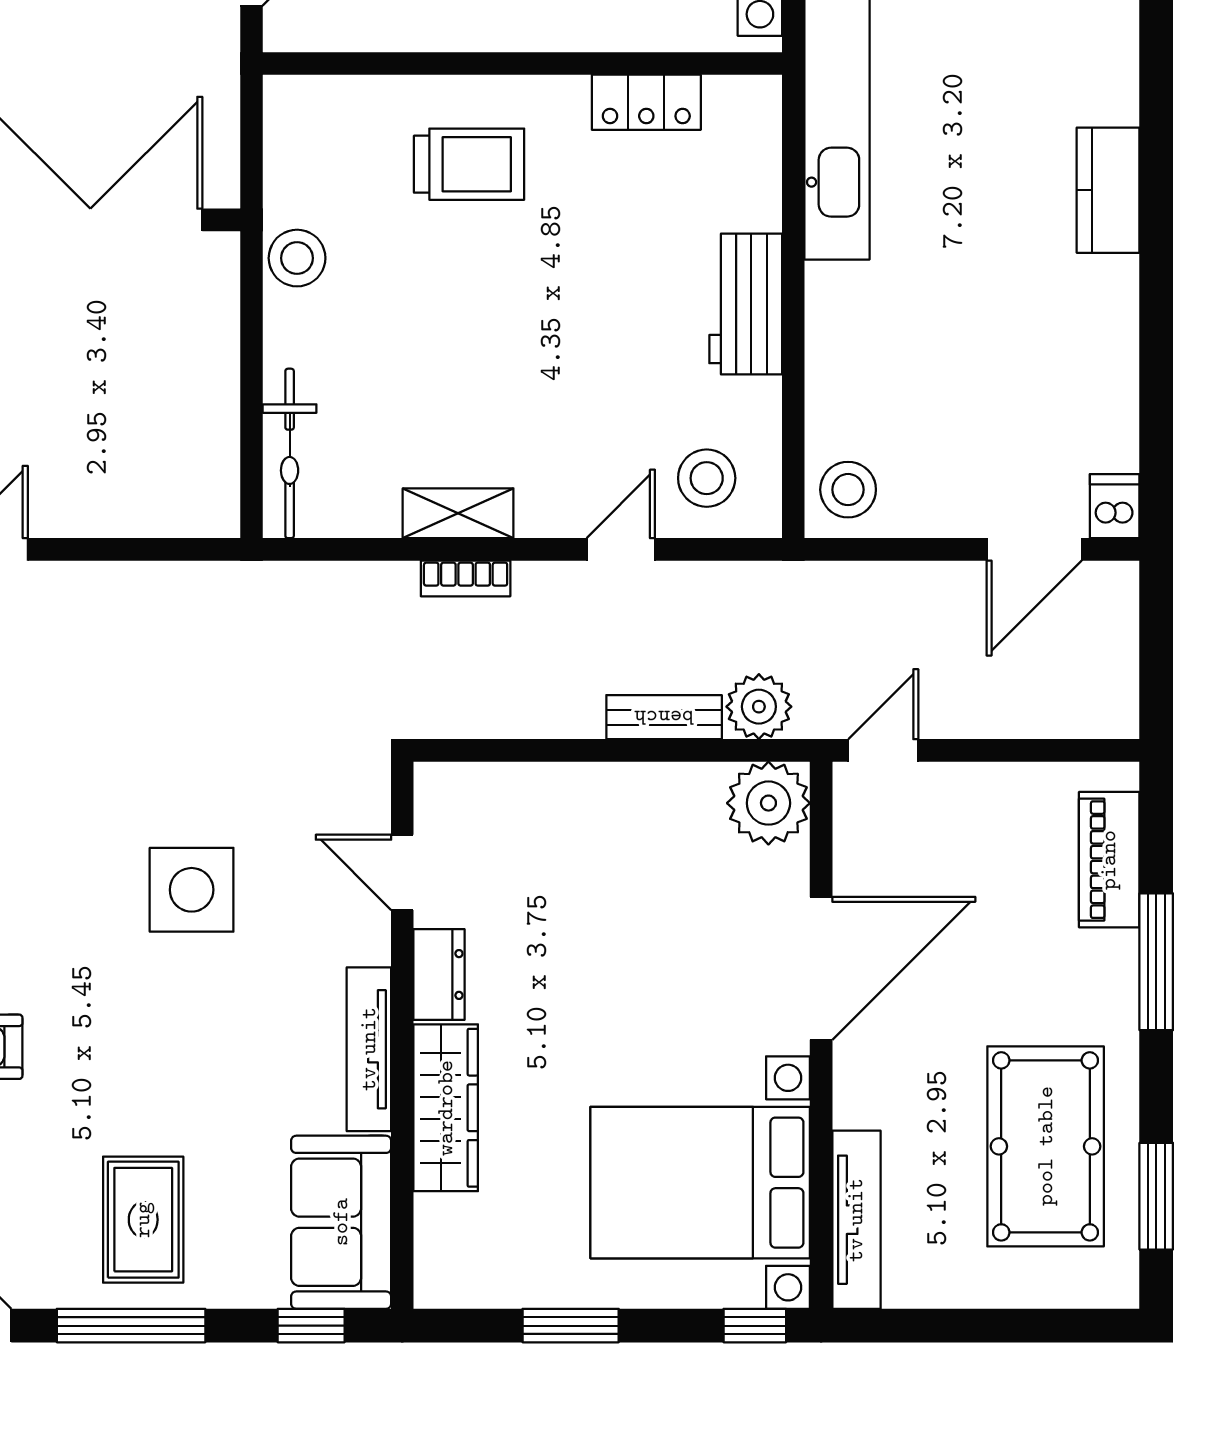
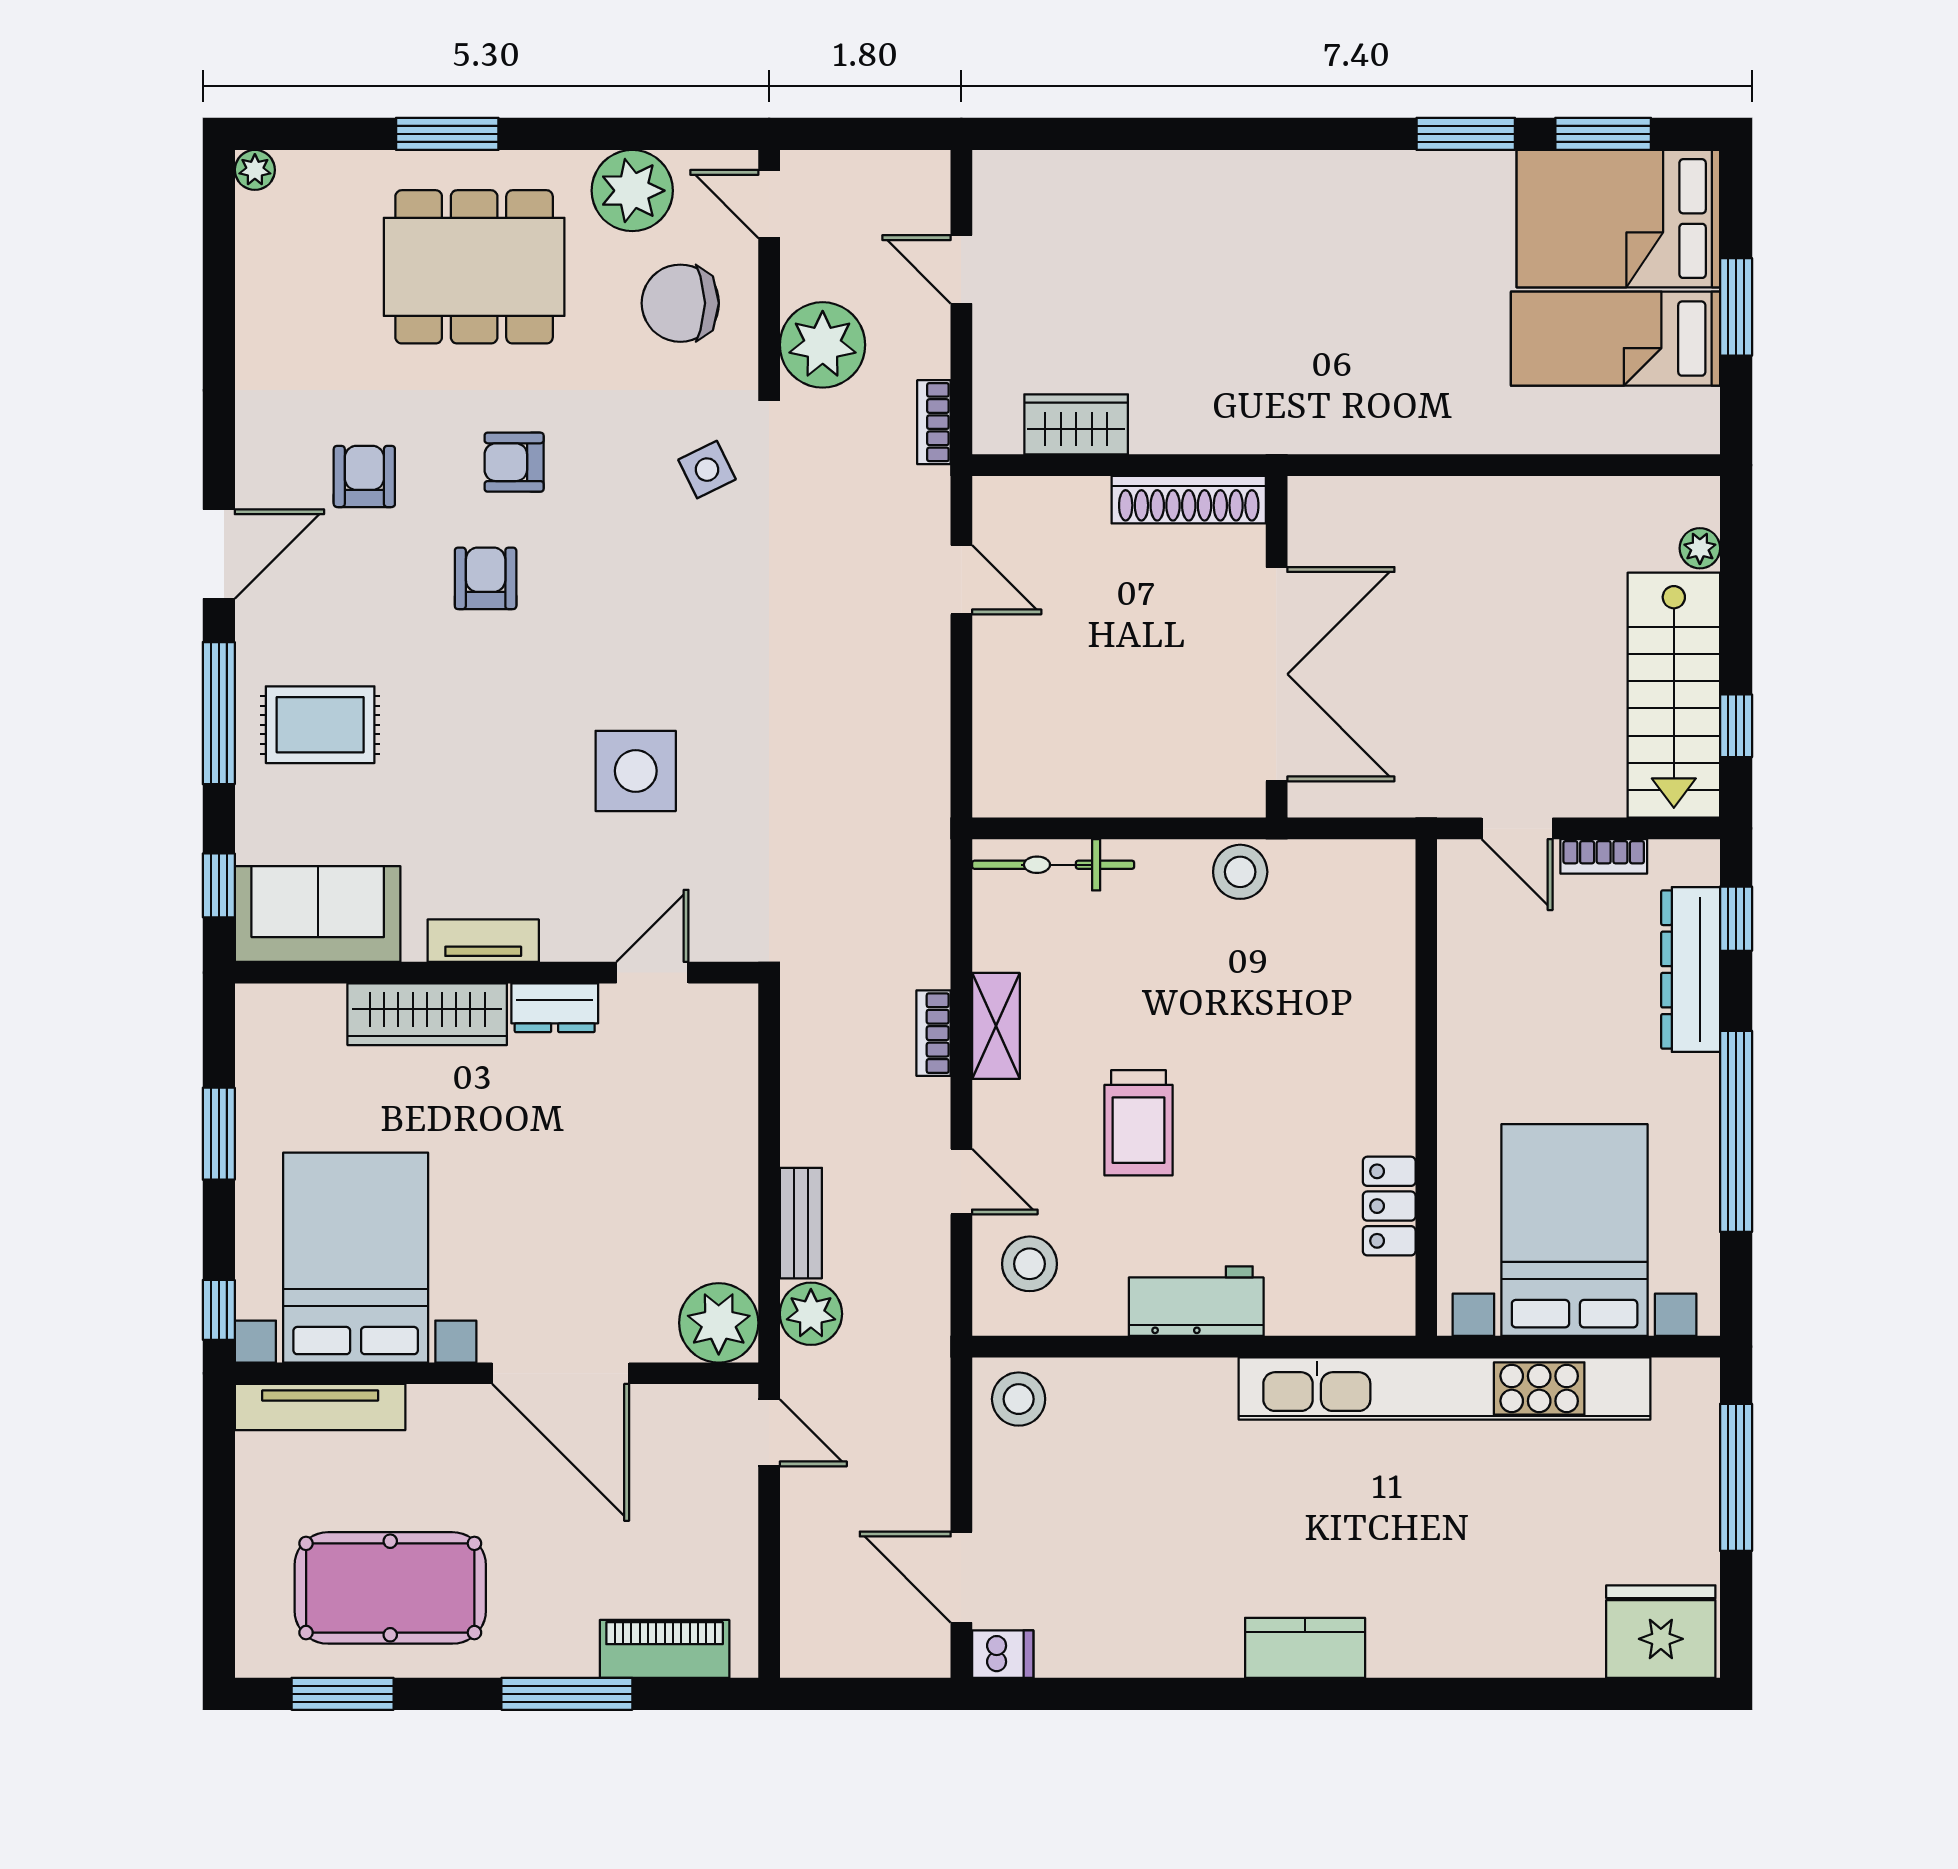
trolley: (469, 164) -> (1139, 1123), moved
tv unit: (369, 1049) -> (483, 941), width x0.71

